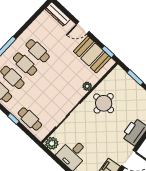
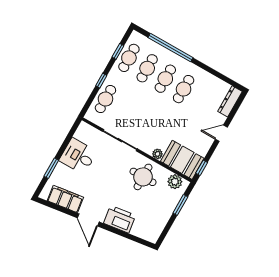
door: (83, 28) -> (221, 133), hinge flipped
booth: (92, 54) -> (182, 160), moved, turned 90
plant: (52, 143) -> (175, 182), moved

